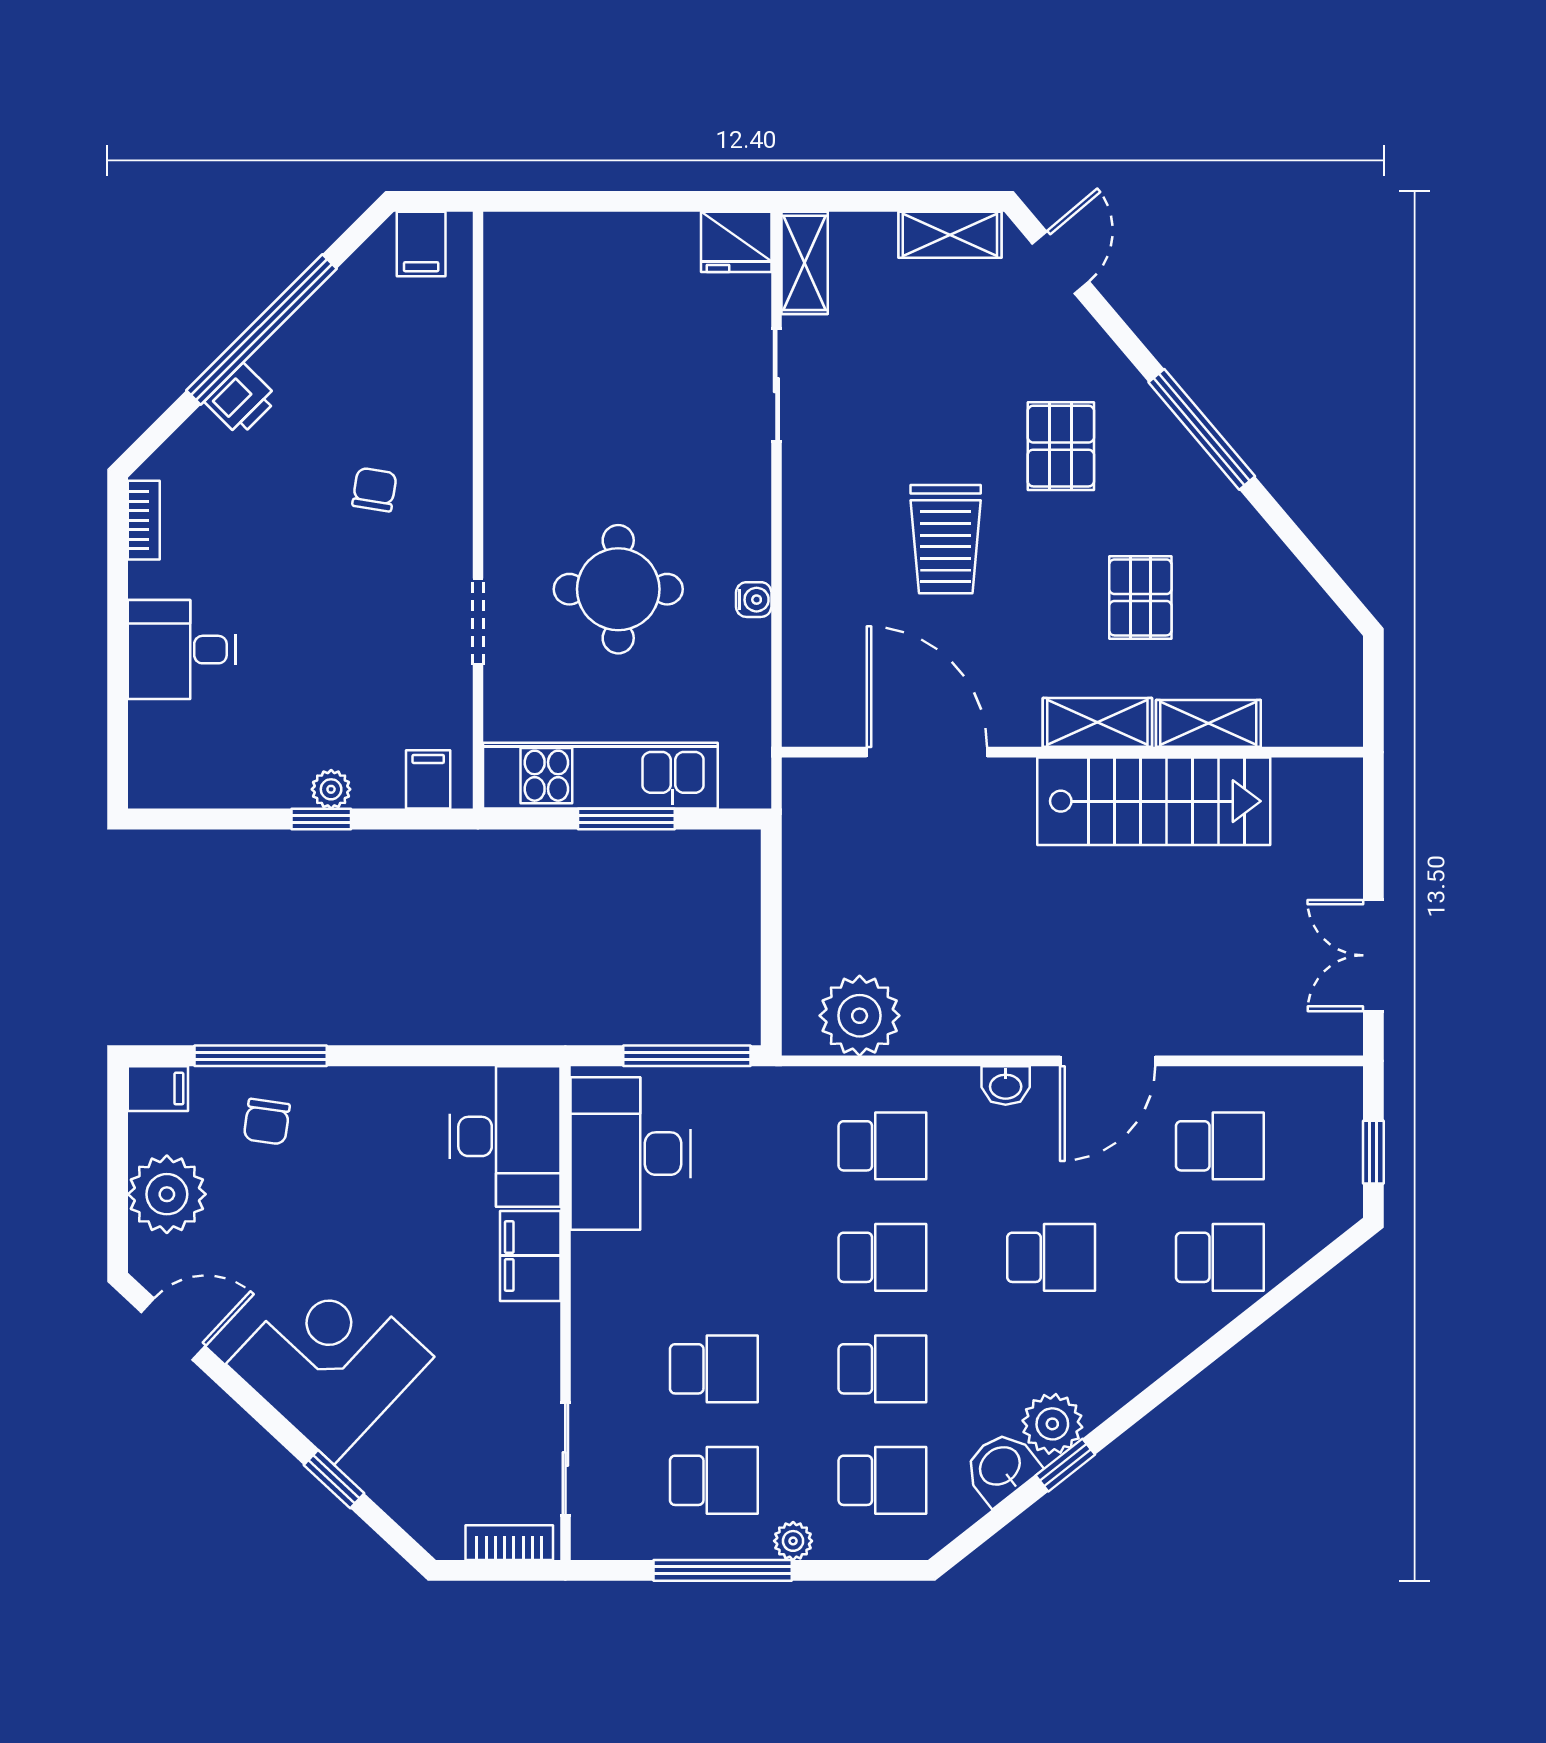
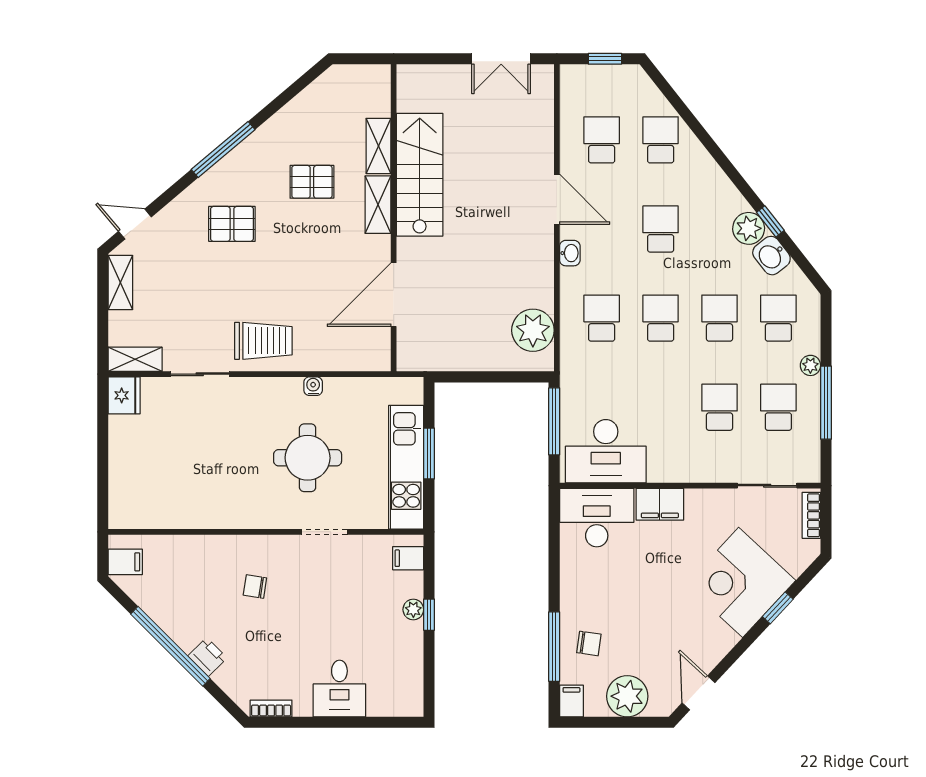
trolley: (946, 539) -> (263, 341), moved
corner desk: (330, 1360) -> (741, 582), moved

